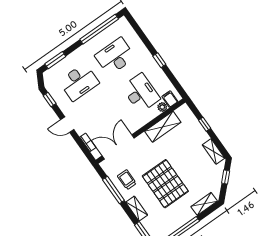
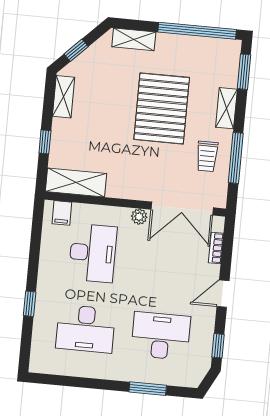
window: (99, 29) -> (76, 382), removed
window: (55, 60) -> (148, 389), moved
window: (159, 60) -> (30, 304), moved
desk: (141, 93) -> (93, 253), turned 180
plant: (162, 107) -> (139, 217), moved
door: (67, 125) -> (223, 294), swing flipped
shelving: (163, 127) -> (76, 183), moved

